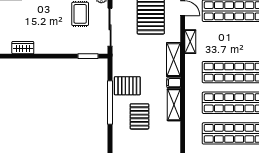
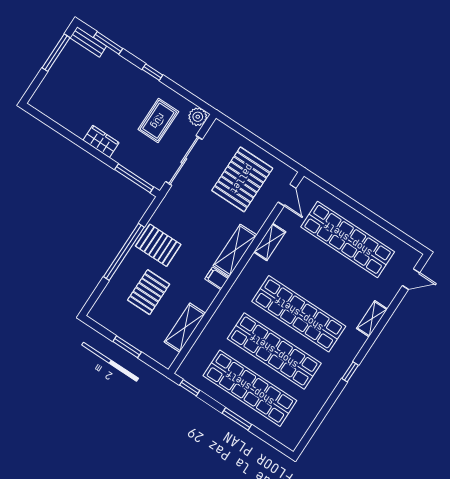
wardrobe: (23, 48) -> (101, 142), moved
window: (88, 56) -> (134, 178), width x1.44
shelving: (174, 105) -> (185, 328), moved

